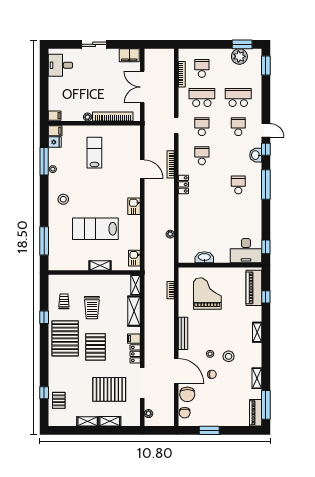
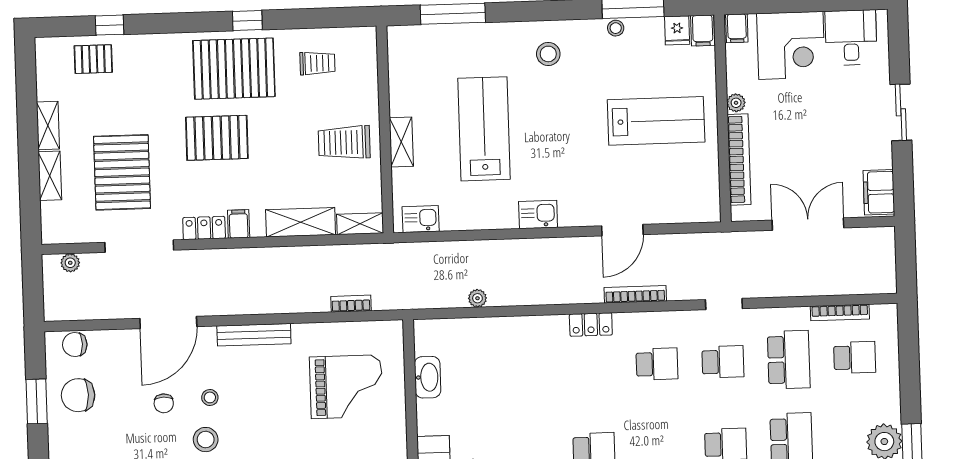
corner desk: (63, 92) -> (791, 45), added
lab bench: (94, 153) -> (656, 121), width x1.36, depth x1.39
trolley: (92, 308) -> (344, 142), moved
window: (44, 317) -> (247, 21), moved
chair: (187, 394) -> (78, 395), moved

